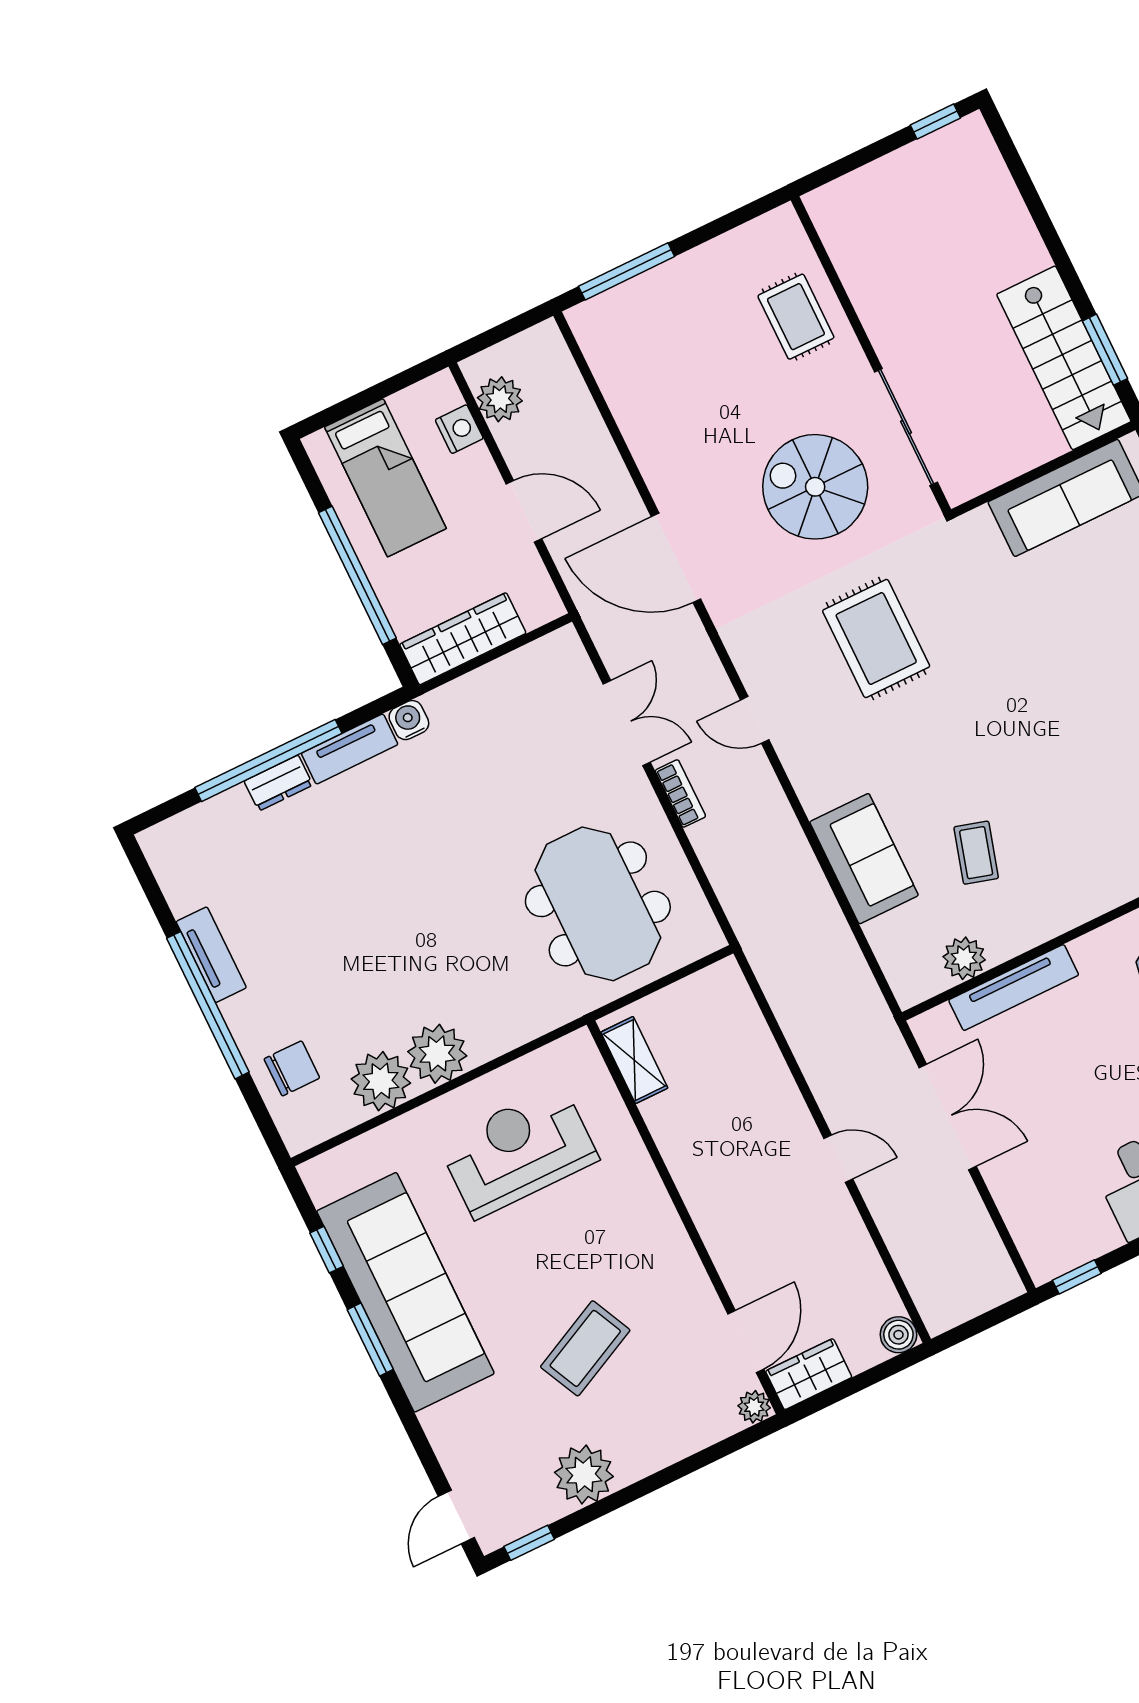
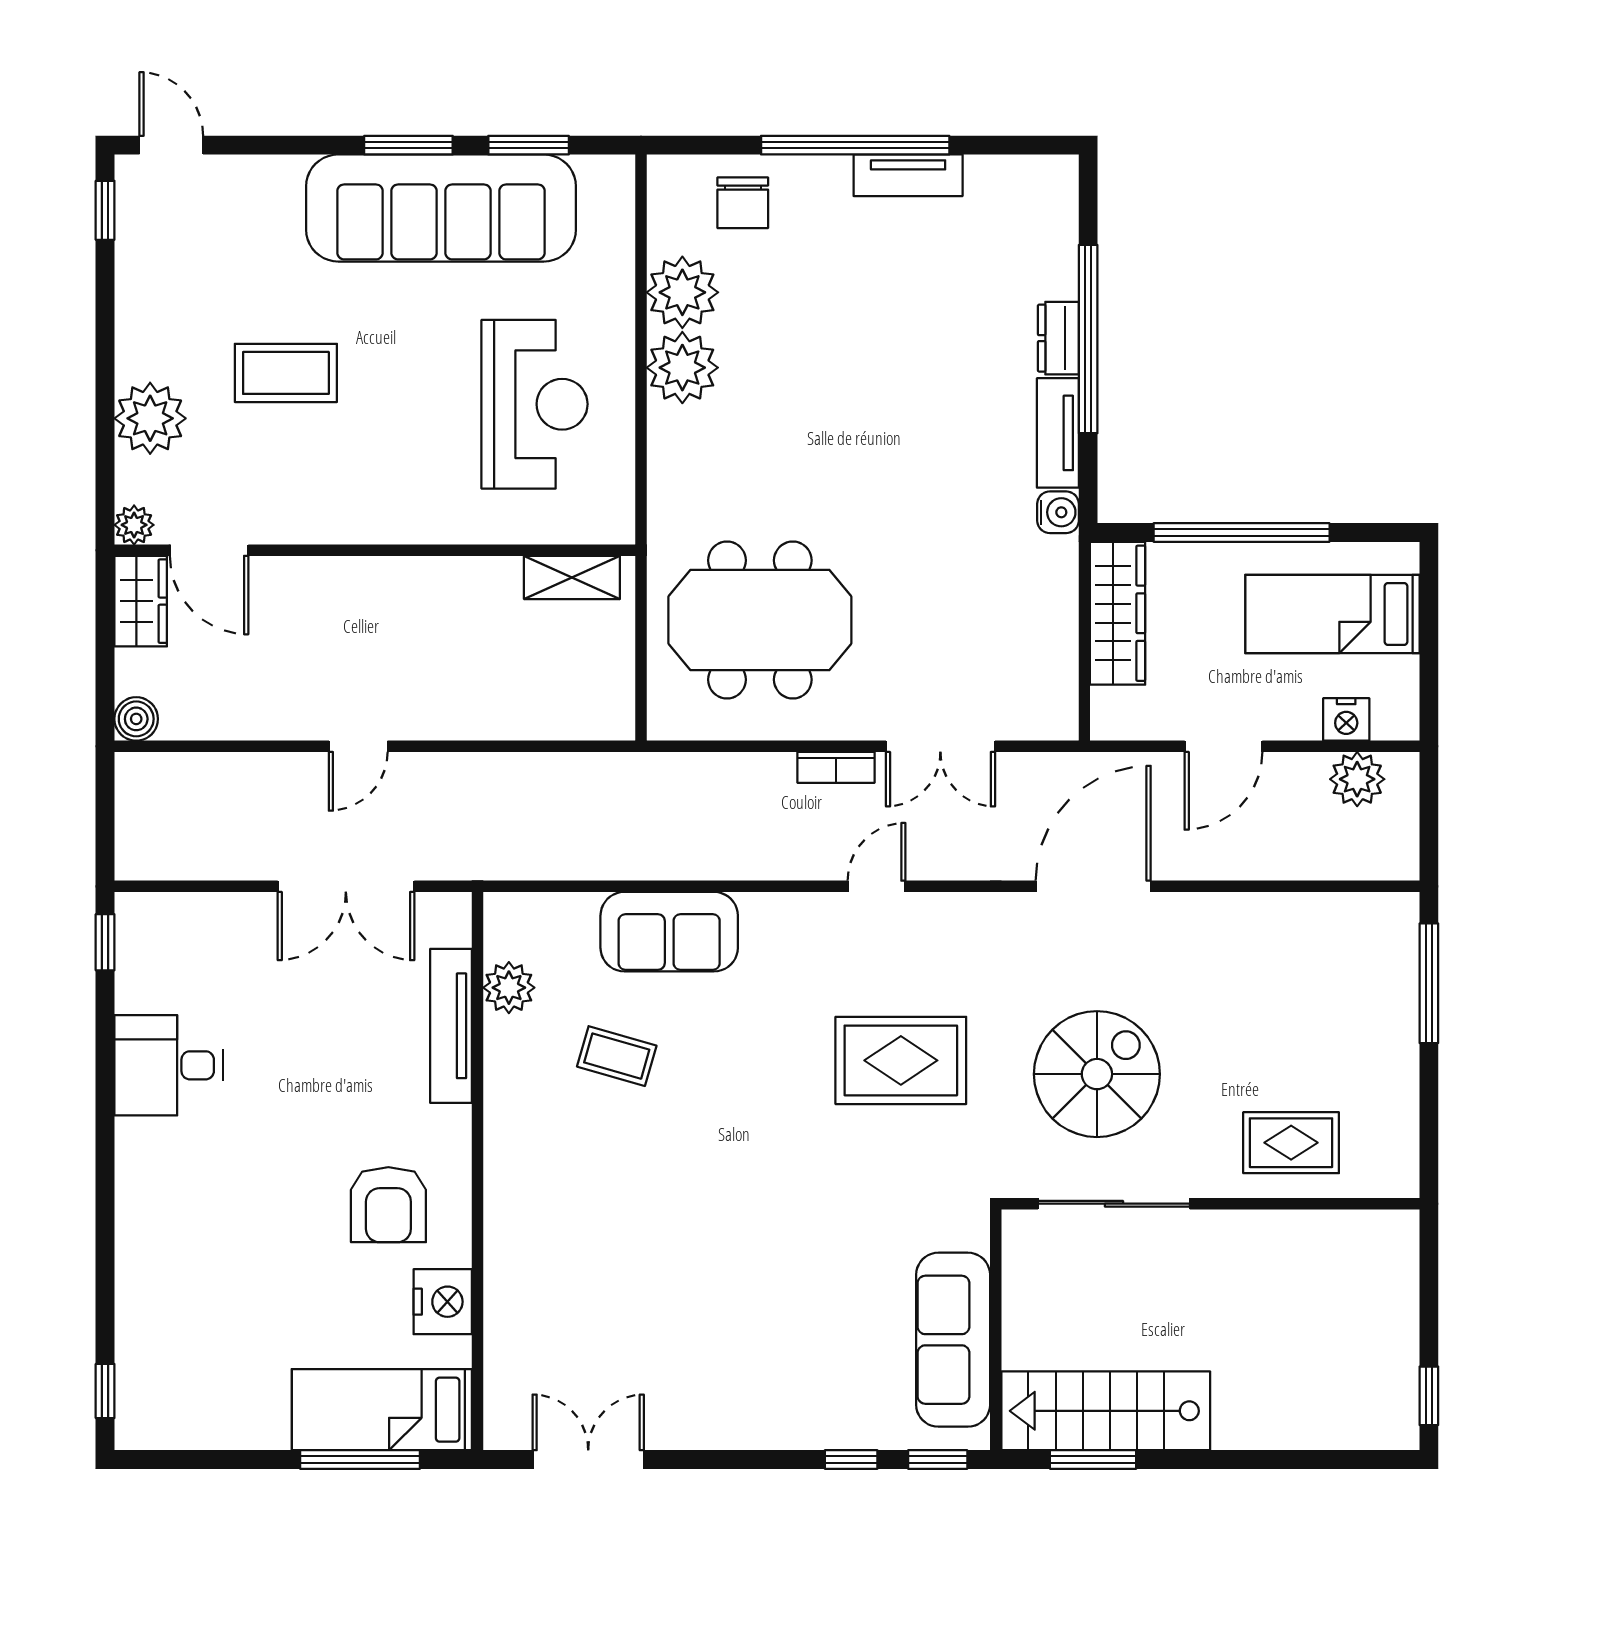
window: (327, 1250) -> (529, 145), width x1.50
coffee table: (585, 1348) -> (286, 373), turned -64
plant: (584, 1475) -> (150, 418), moved

